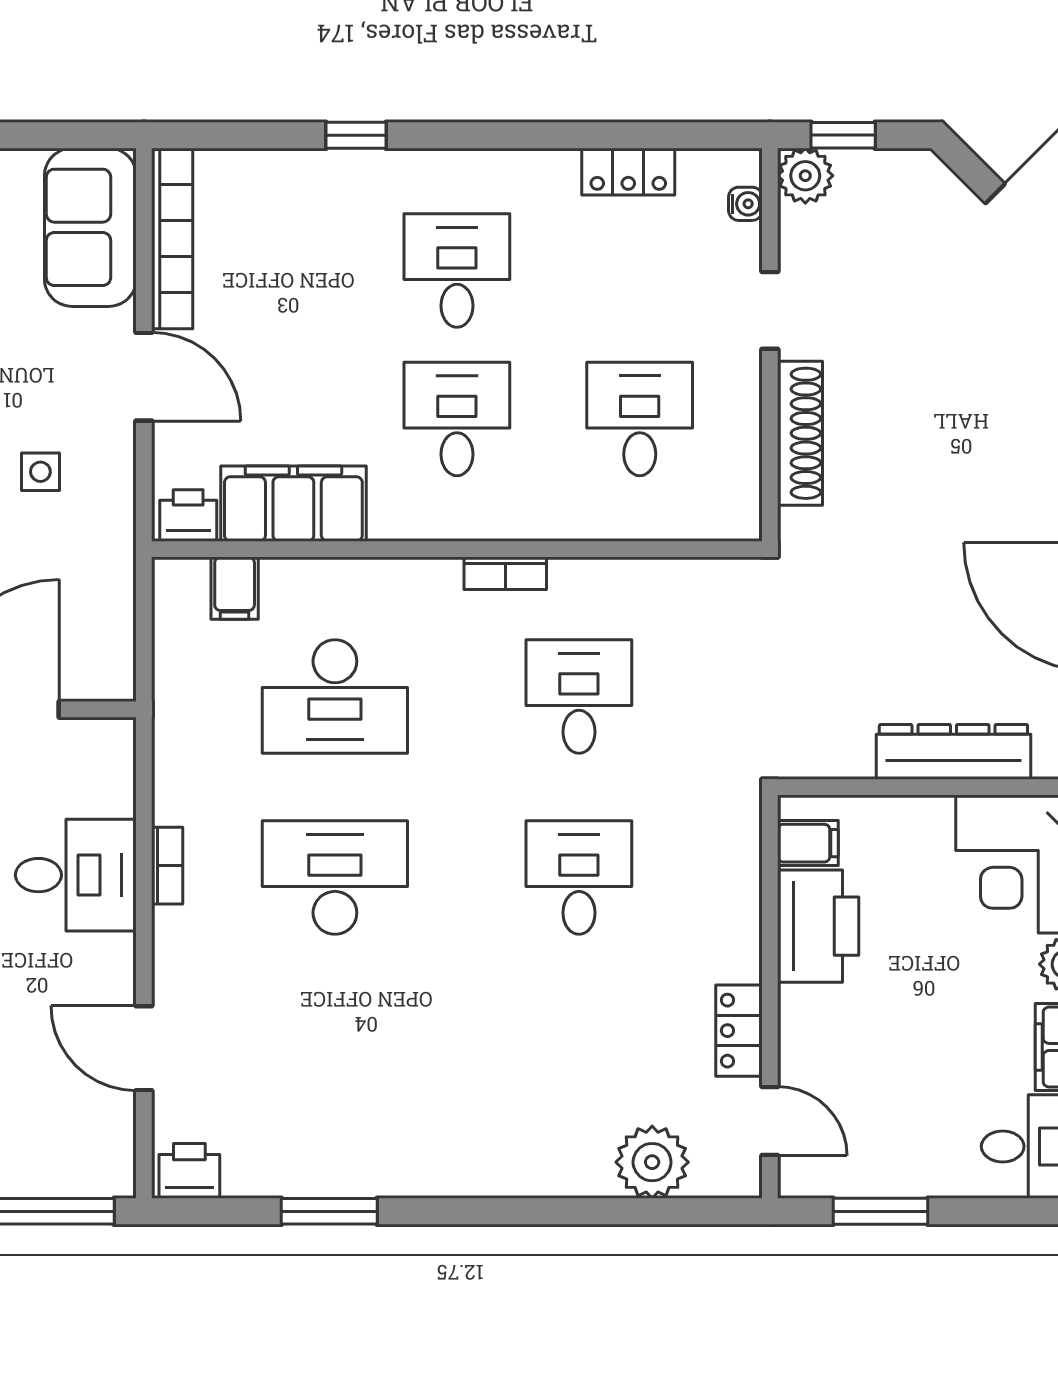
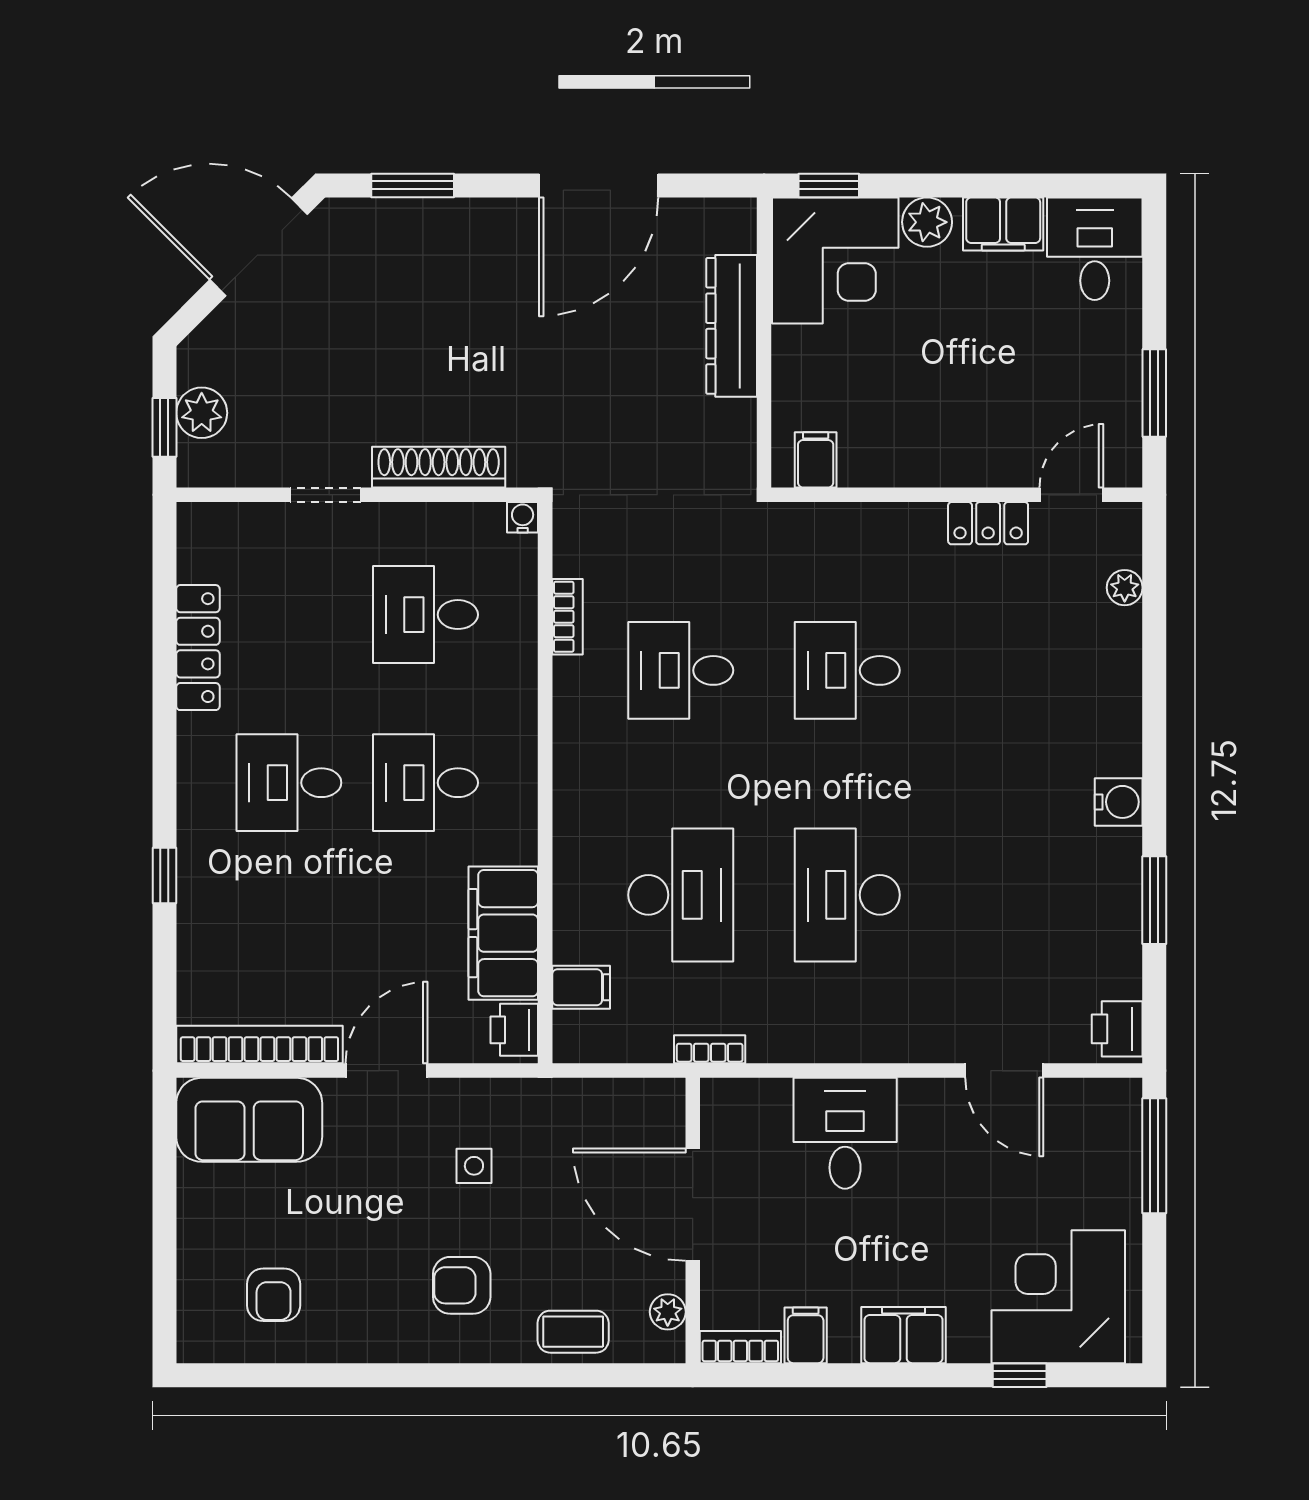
locker: (628, 172) -> (198, 648), width x1.53
plant: (805, 176) -> (202, 413), moved
water cooler: (745, 204) -> (523, 517), moved
bookcase: (505, 573) -> (567, 617), moved
bookcase: (167, 866) -> (710, 1049), moved
printer: (818, 926) -> (892, 450), removed
door: (144, 1048) -> (1004, 1071), hinge flipped
plant: (652, 1162) -> (1125, 588), width x0.53, depth x0.53
water cooler: (436, 1172) -> (1119, 802), added

